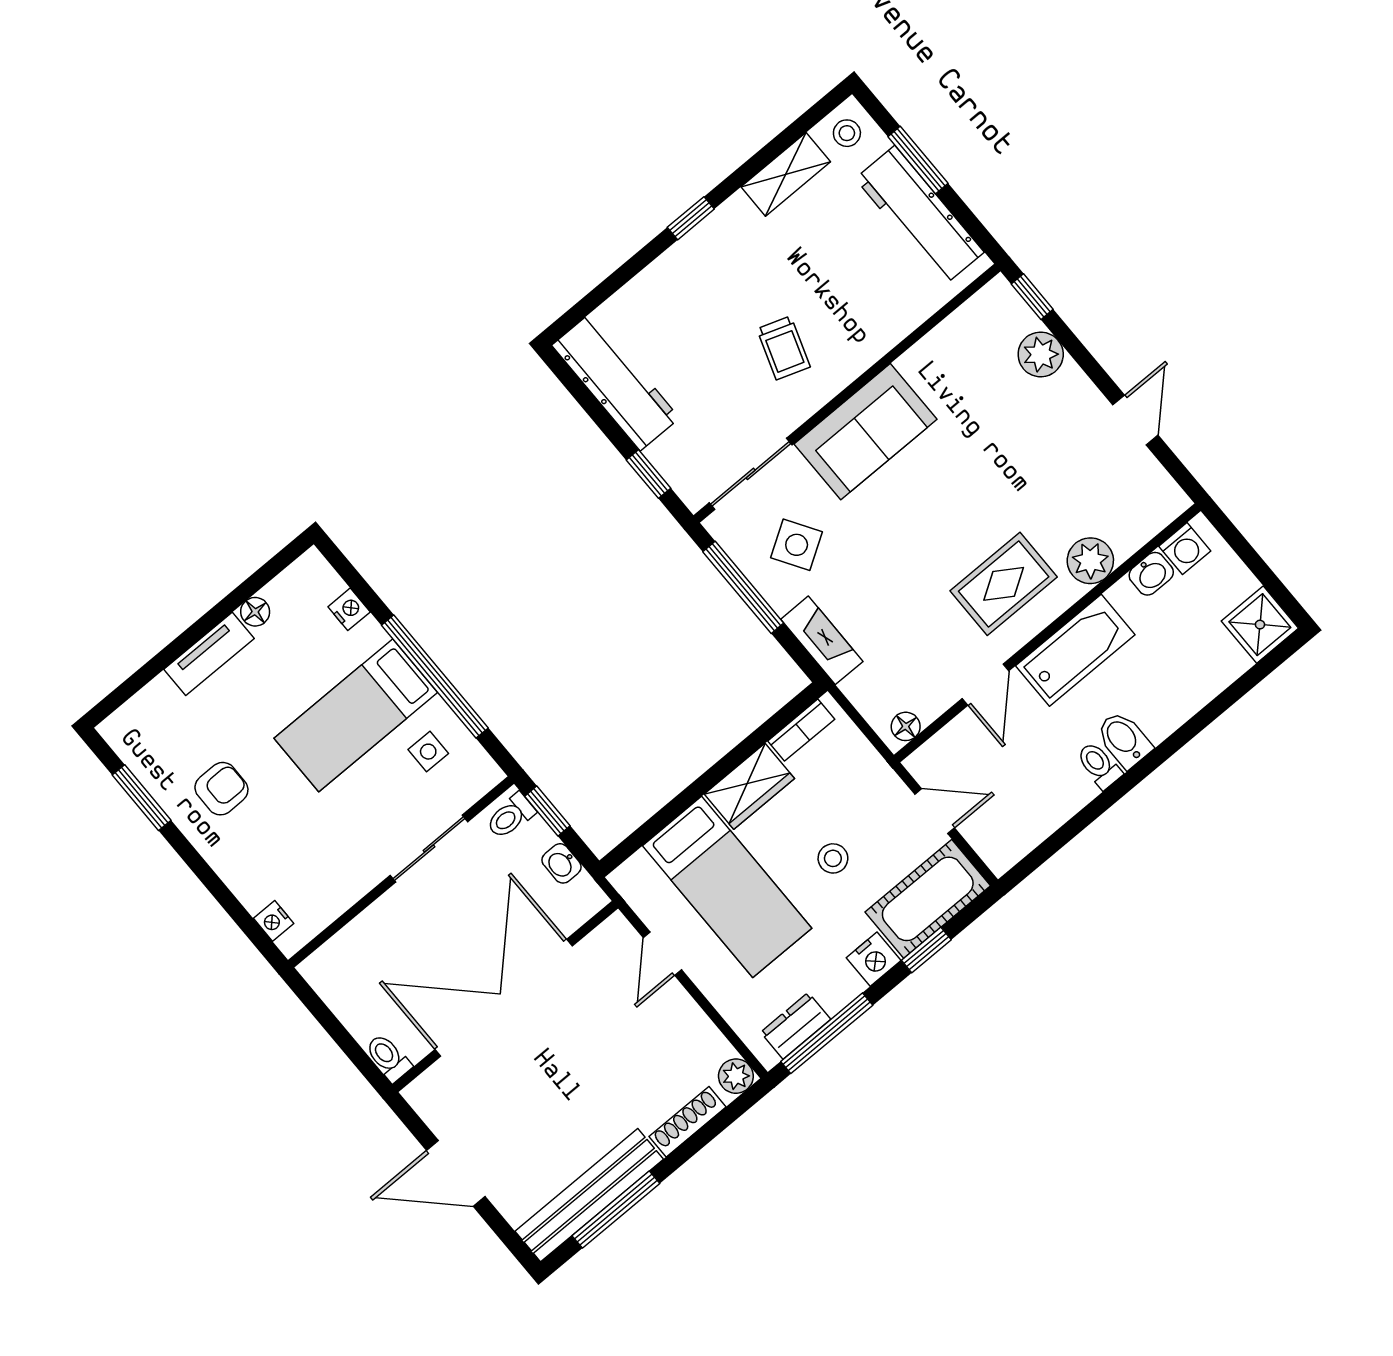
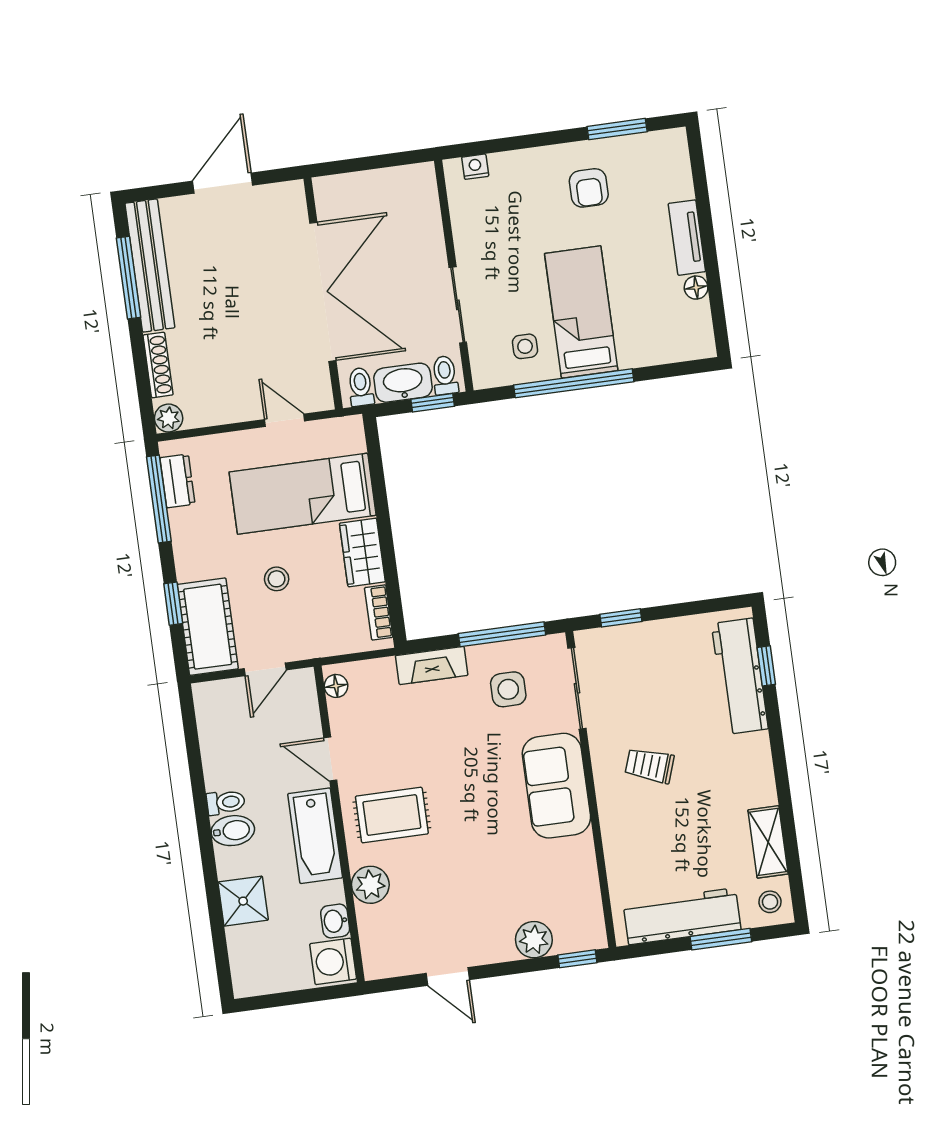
window: (691, 218) -> (766, 666), moved
workbench: (616, 382) -> (740, 676), moved, turned 90
side table: (797, 545) -> (508, 689), turned 32
washing machine: (1185, 549) -> (333, 961), width x1.38, depth x1.38
rug: (1004, 584) -> (392, 815), turned 90
nightstand: (349, 609) -> (657, 353), removed
shower: (1260, 625) -> (243, 901), moved
washbasin: (562, 863) -> (403, 383), width x1.91, depth x1.45
nightstand: (874, 959) -> (190, 563), removed
toilet: (388, 1058) -> (361, 387), moved, turned -90

